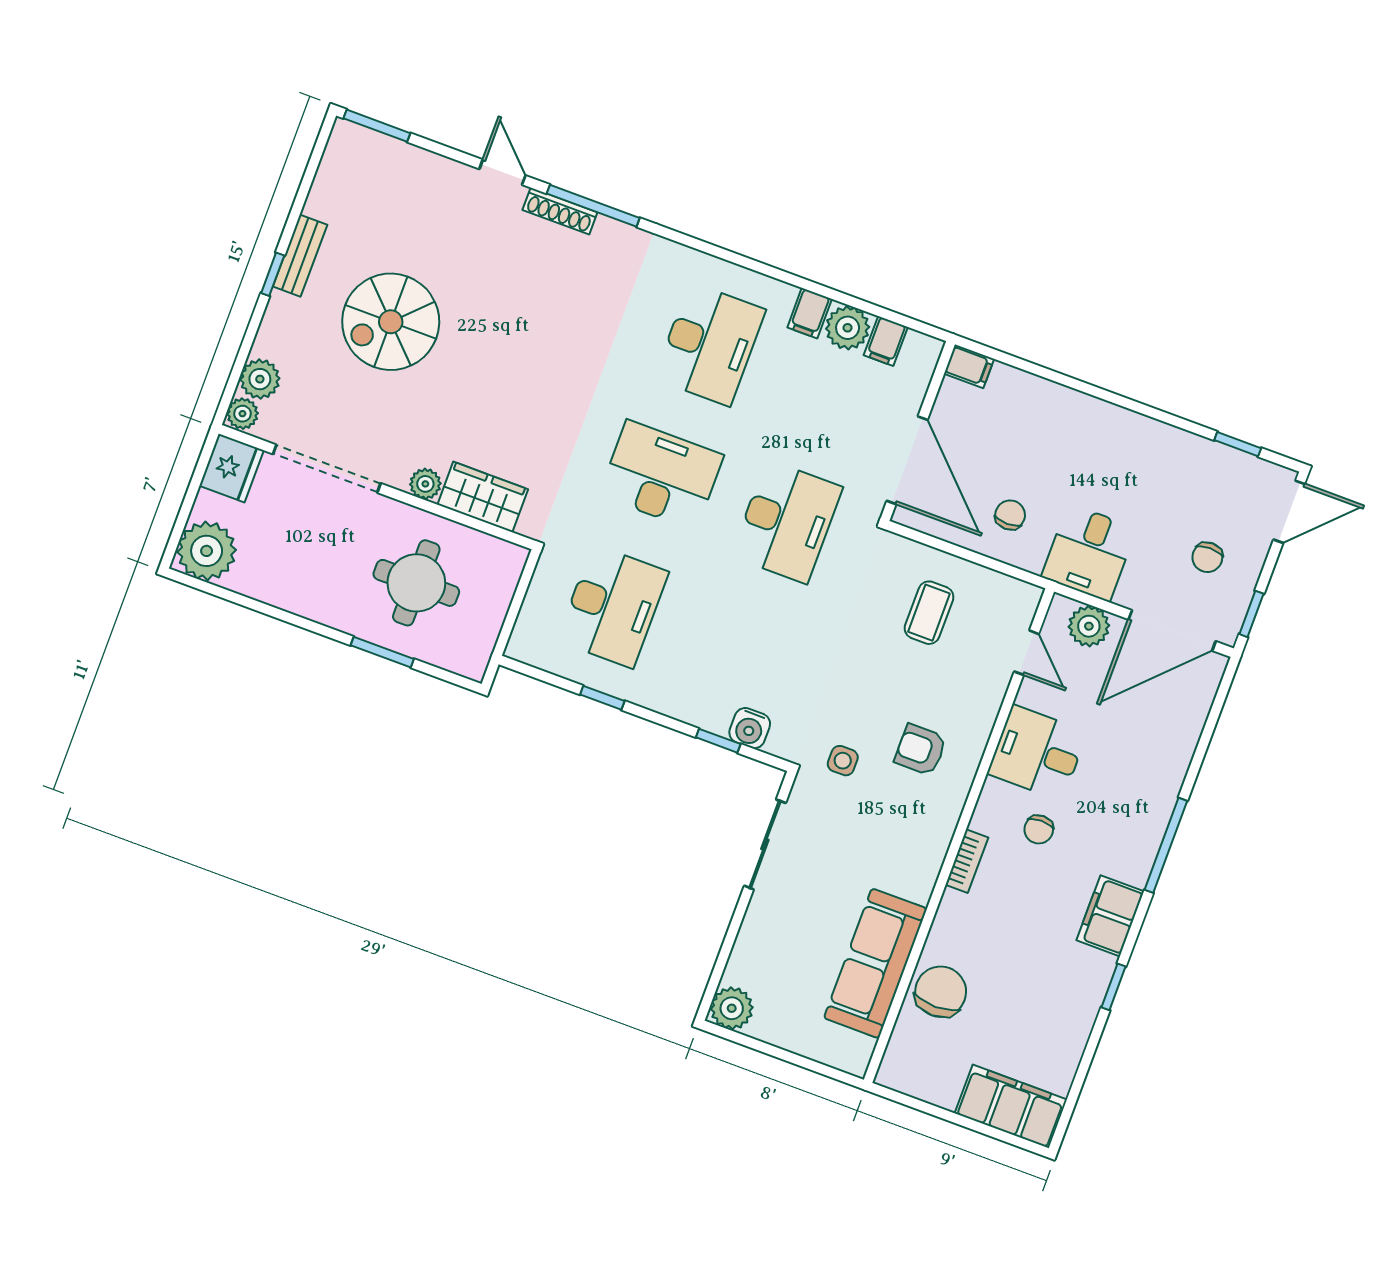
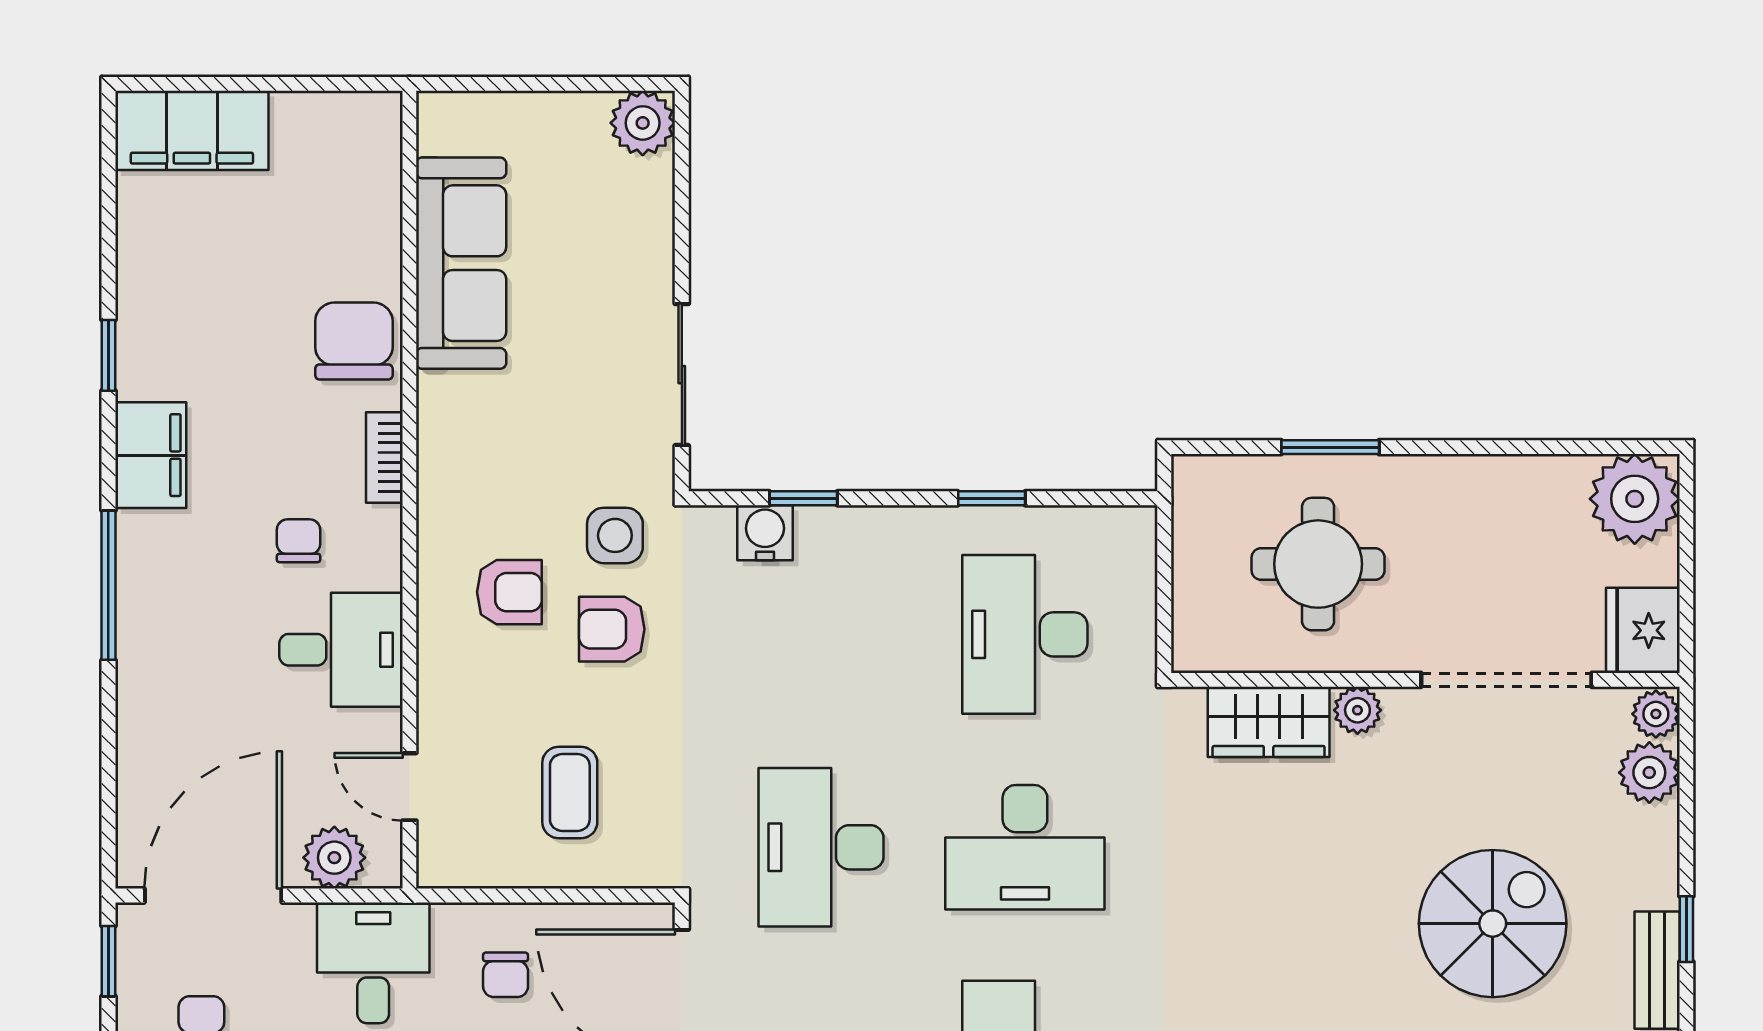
armchair: (866, 704) -> (612, 629), added
side table: (843, 761) -> (615, 535), width x1.37, depth x1.37
chair: (941, 992) -> (354, 341), moved, turned 180

